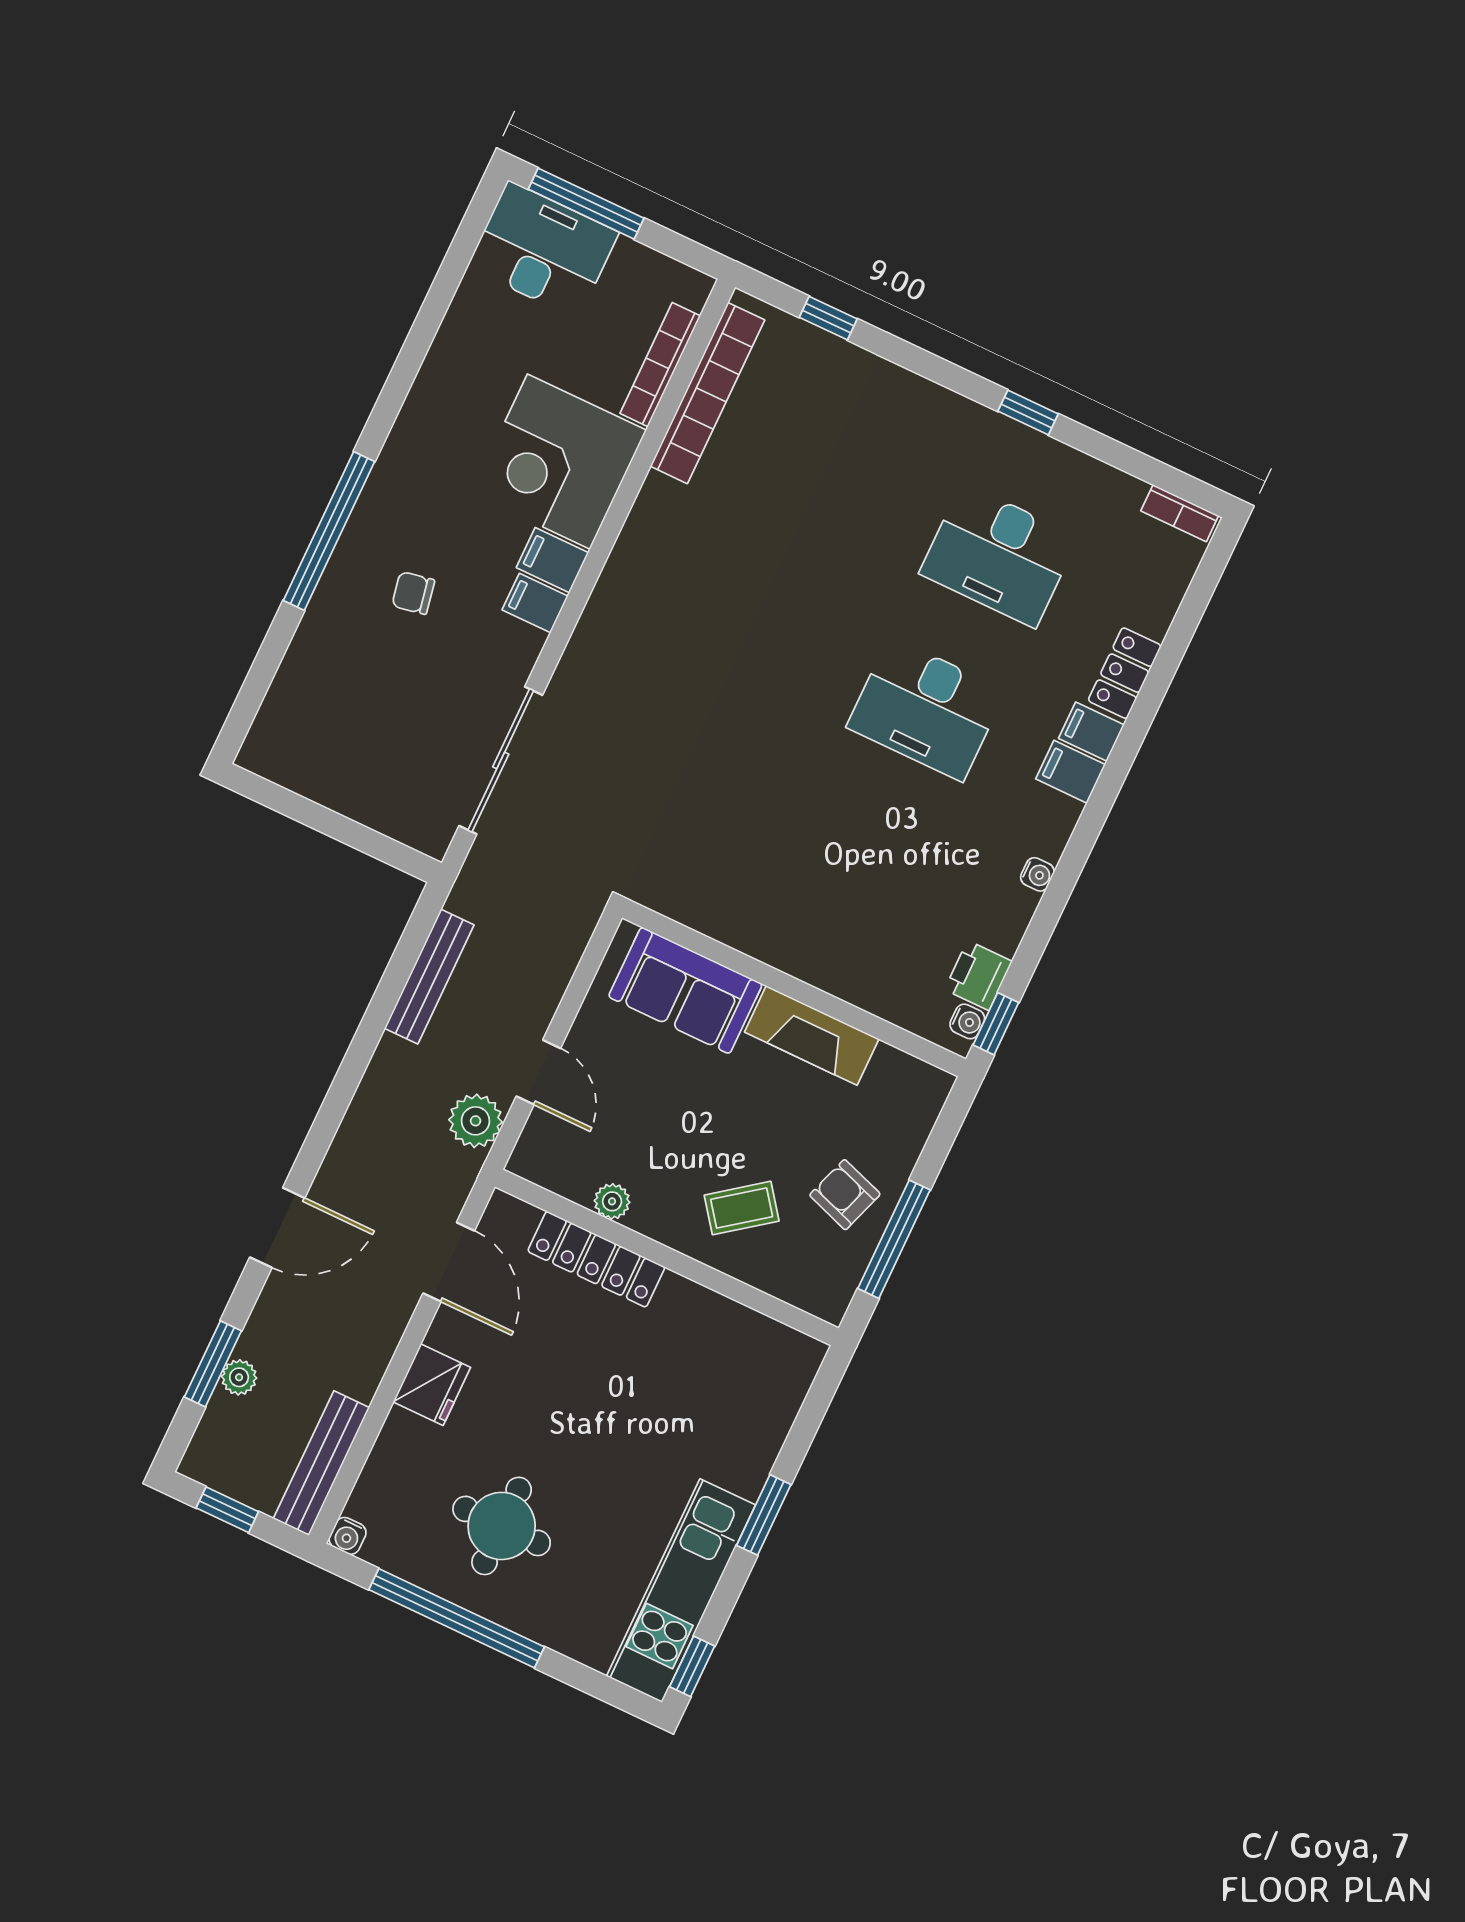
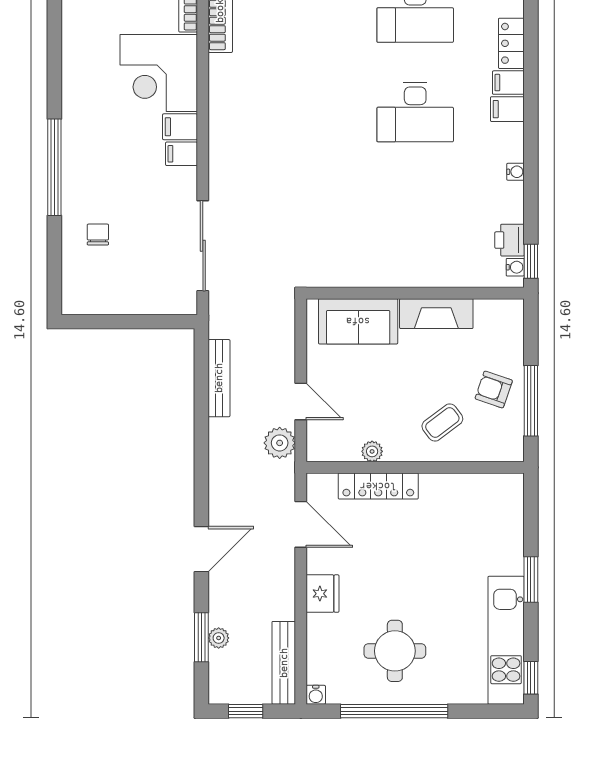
chair: (413, 593) -> (98, 235), moved, turned 101

